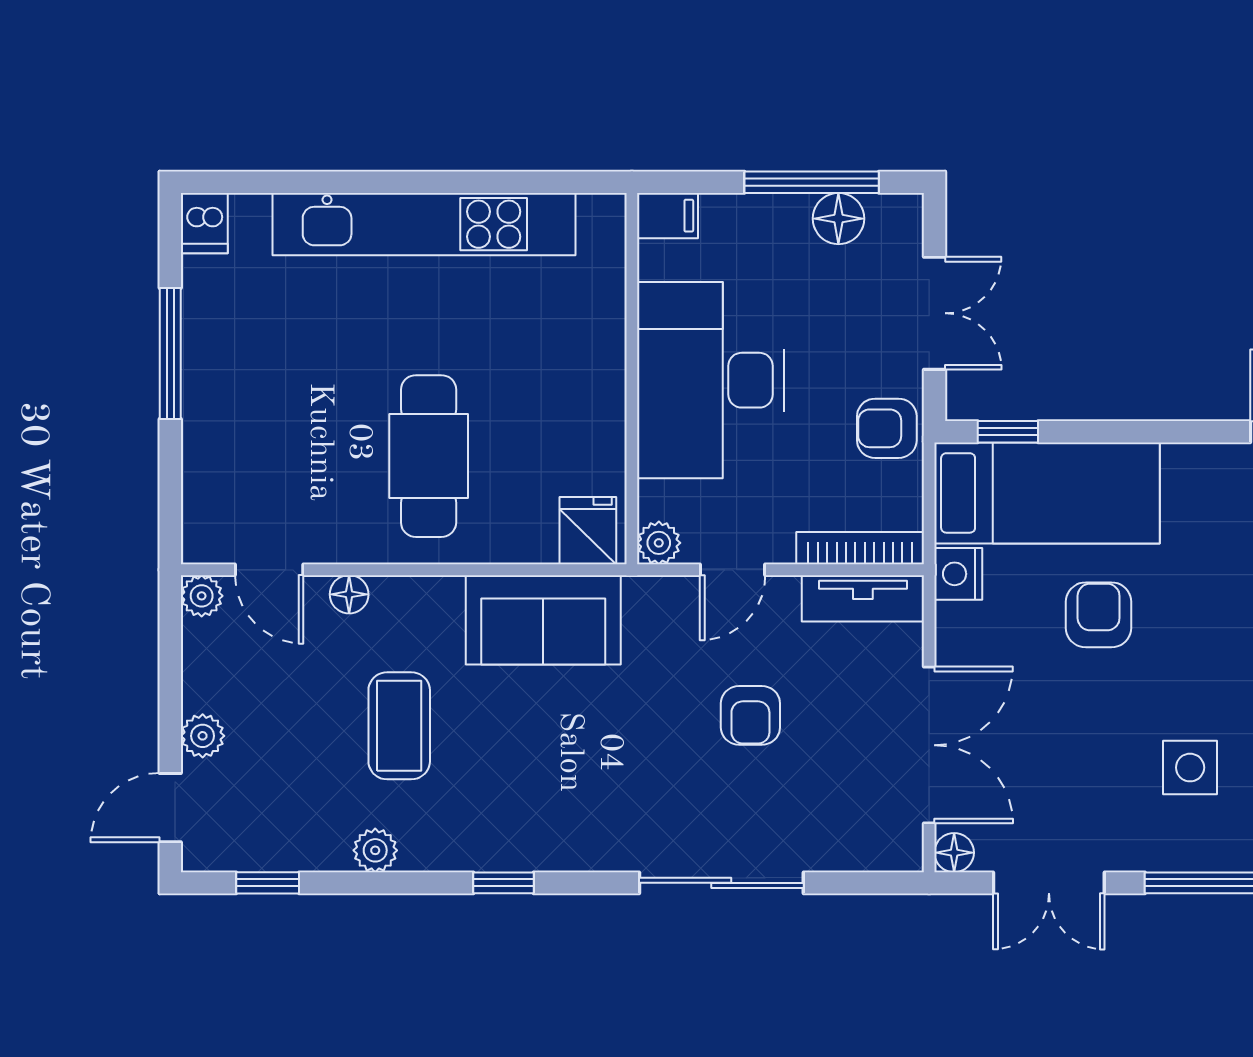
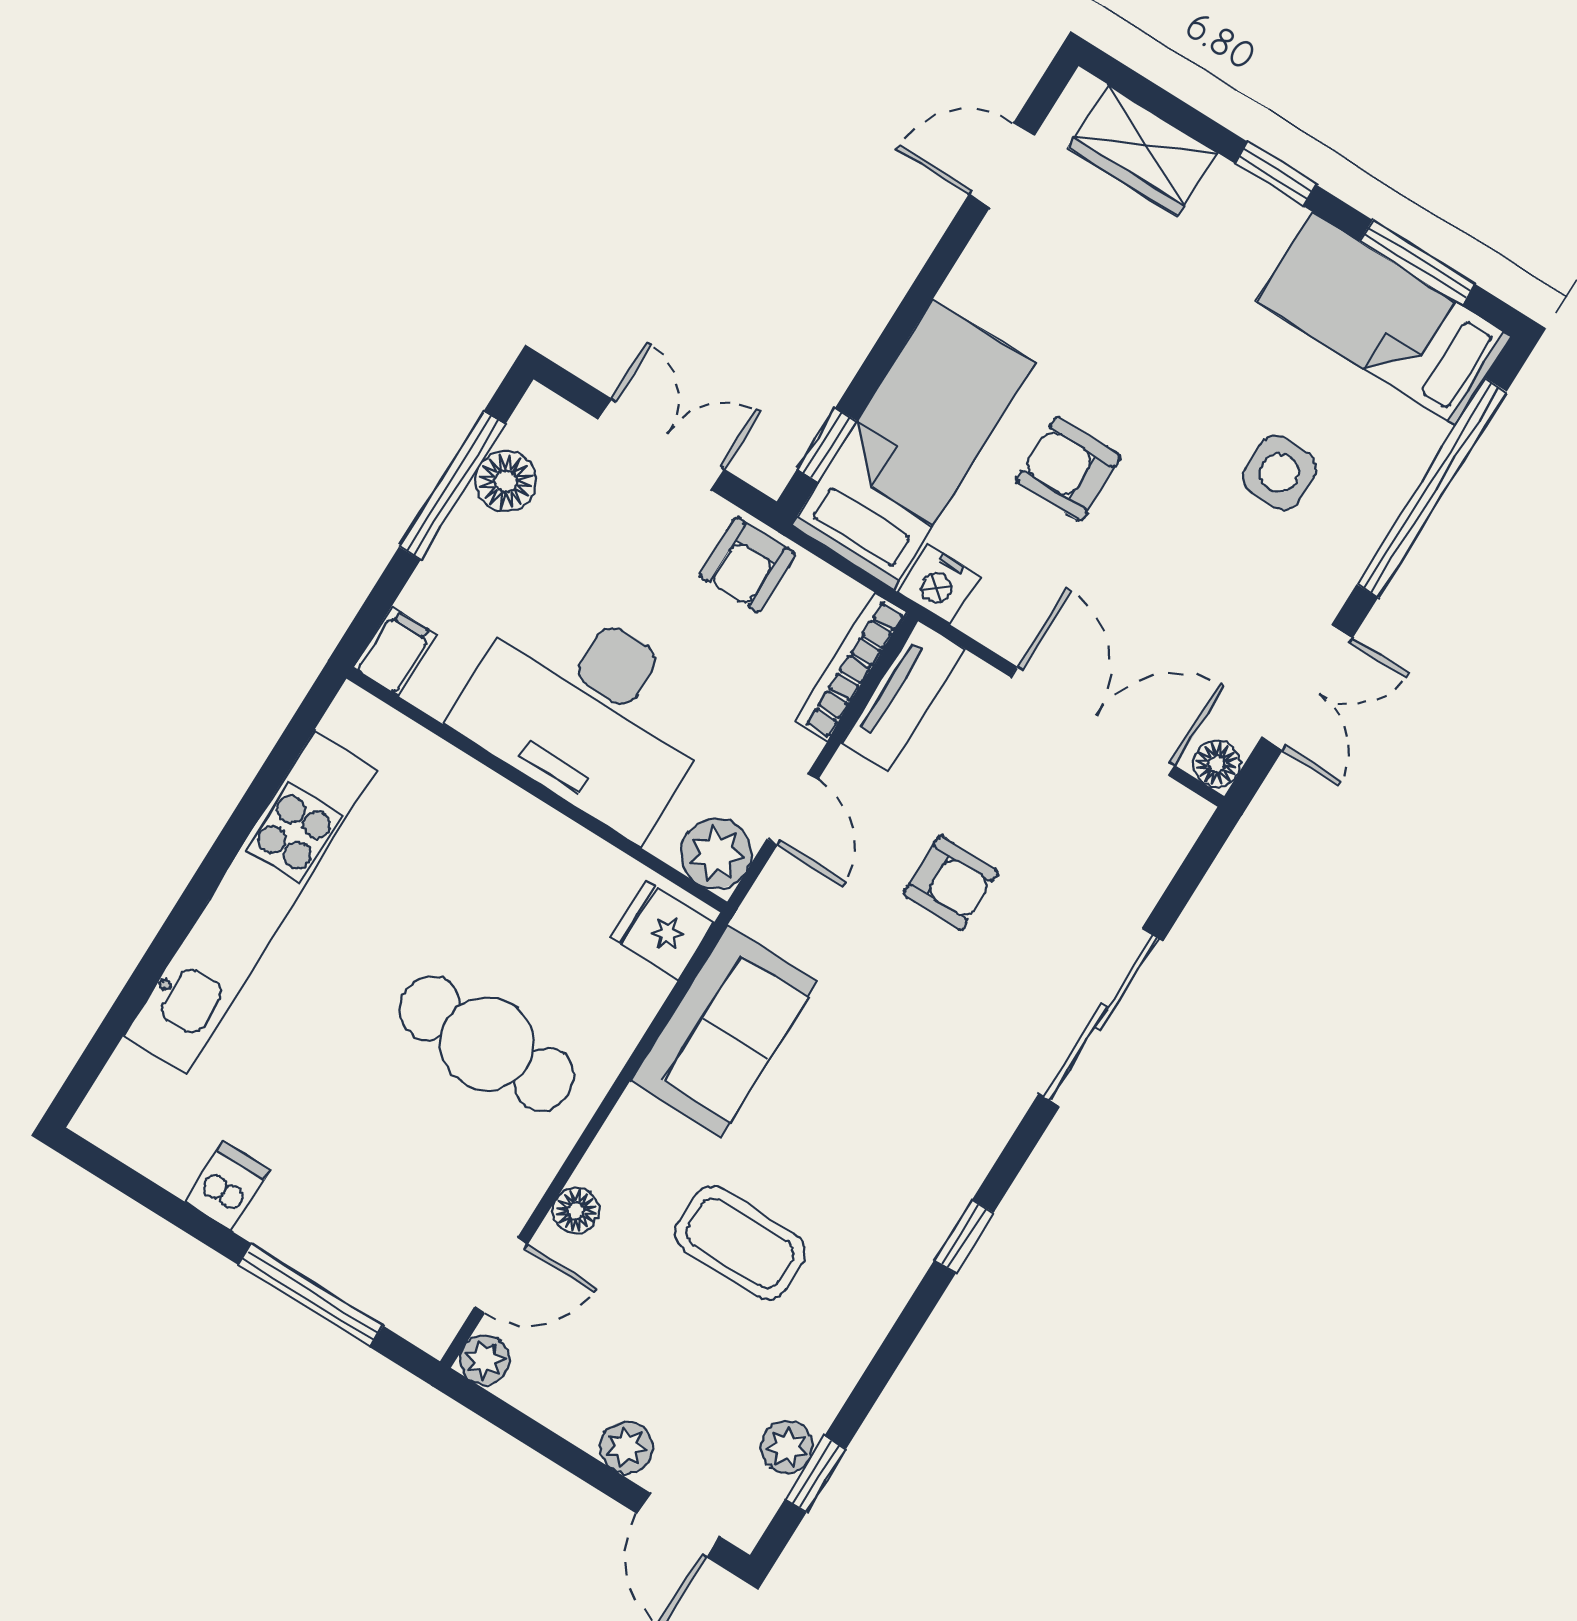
dishwasher: (204, 223) -> (227, 1186), moved, turned -90
window: (170, 353) -> (311, 1295), moved
plant: (659, 543) -> (716, 853), width x1.38, depth x1.38
plant: (375, 850) -> (787, 1447), moved

